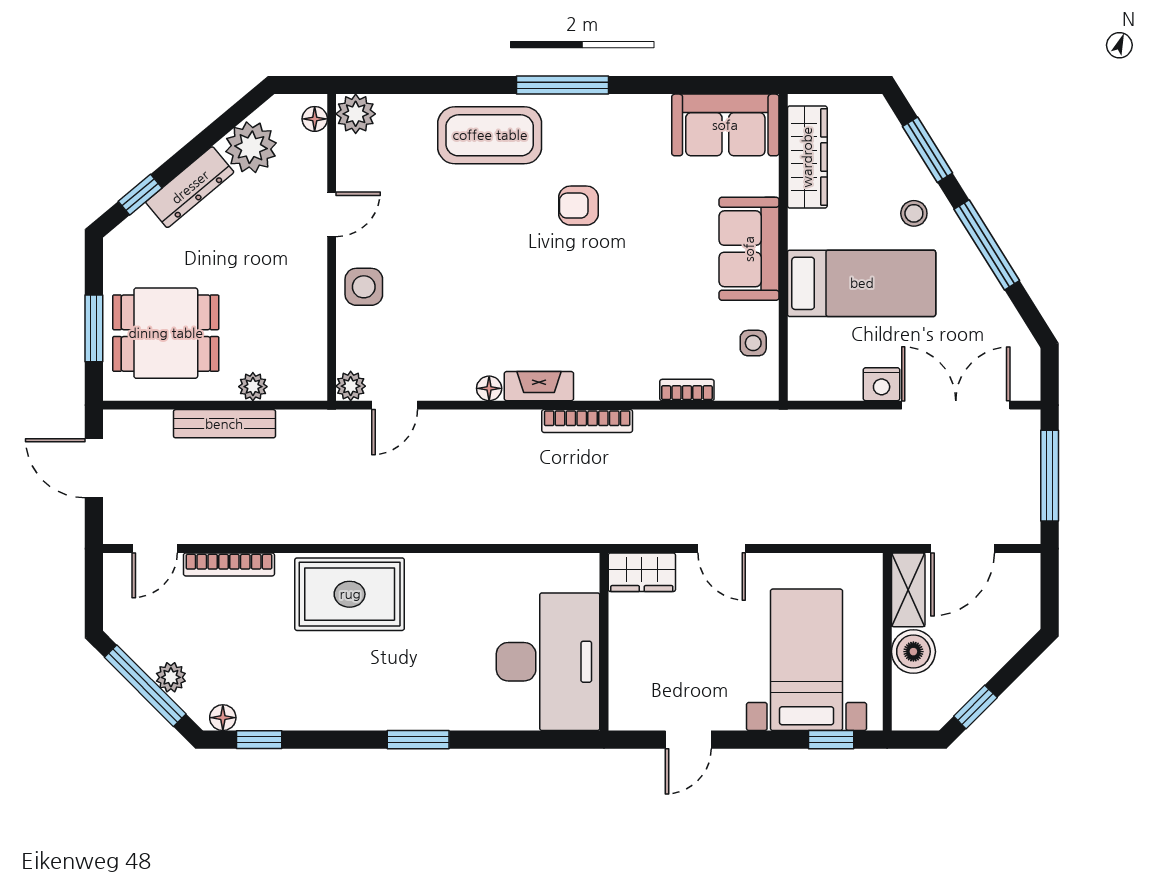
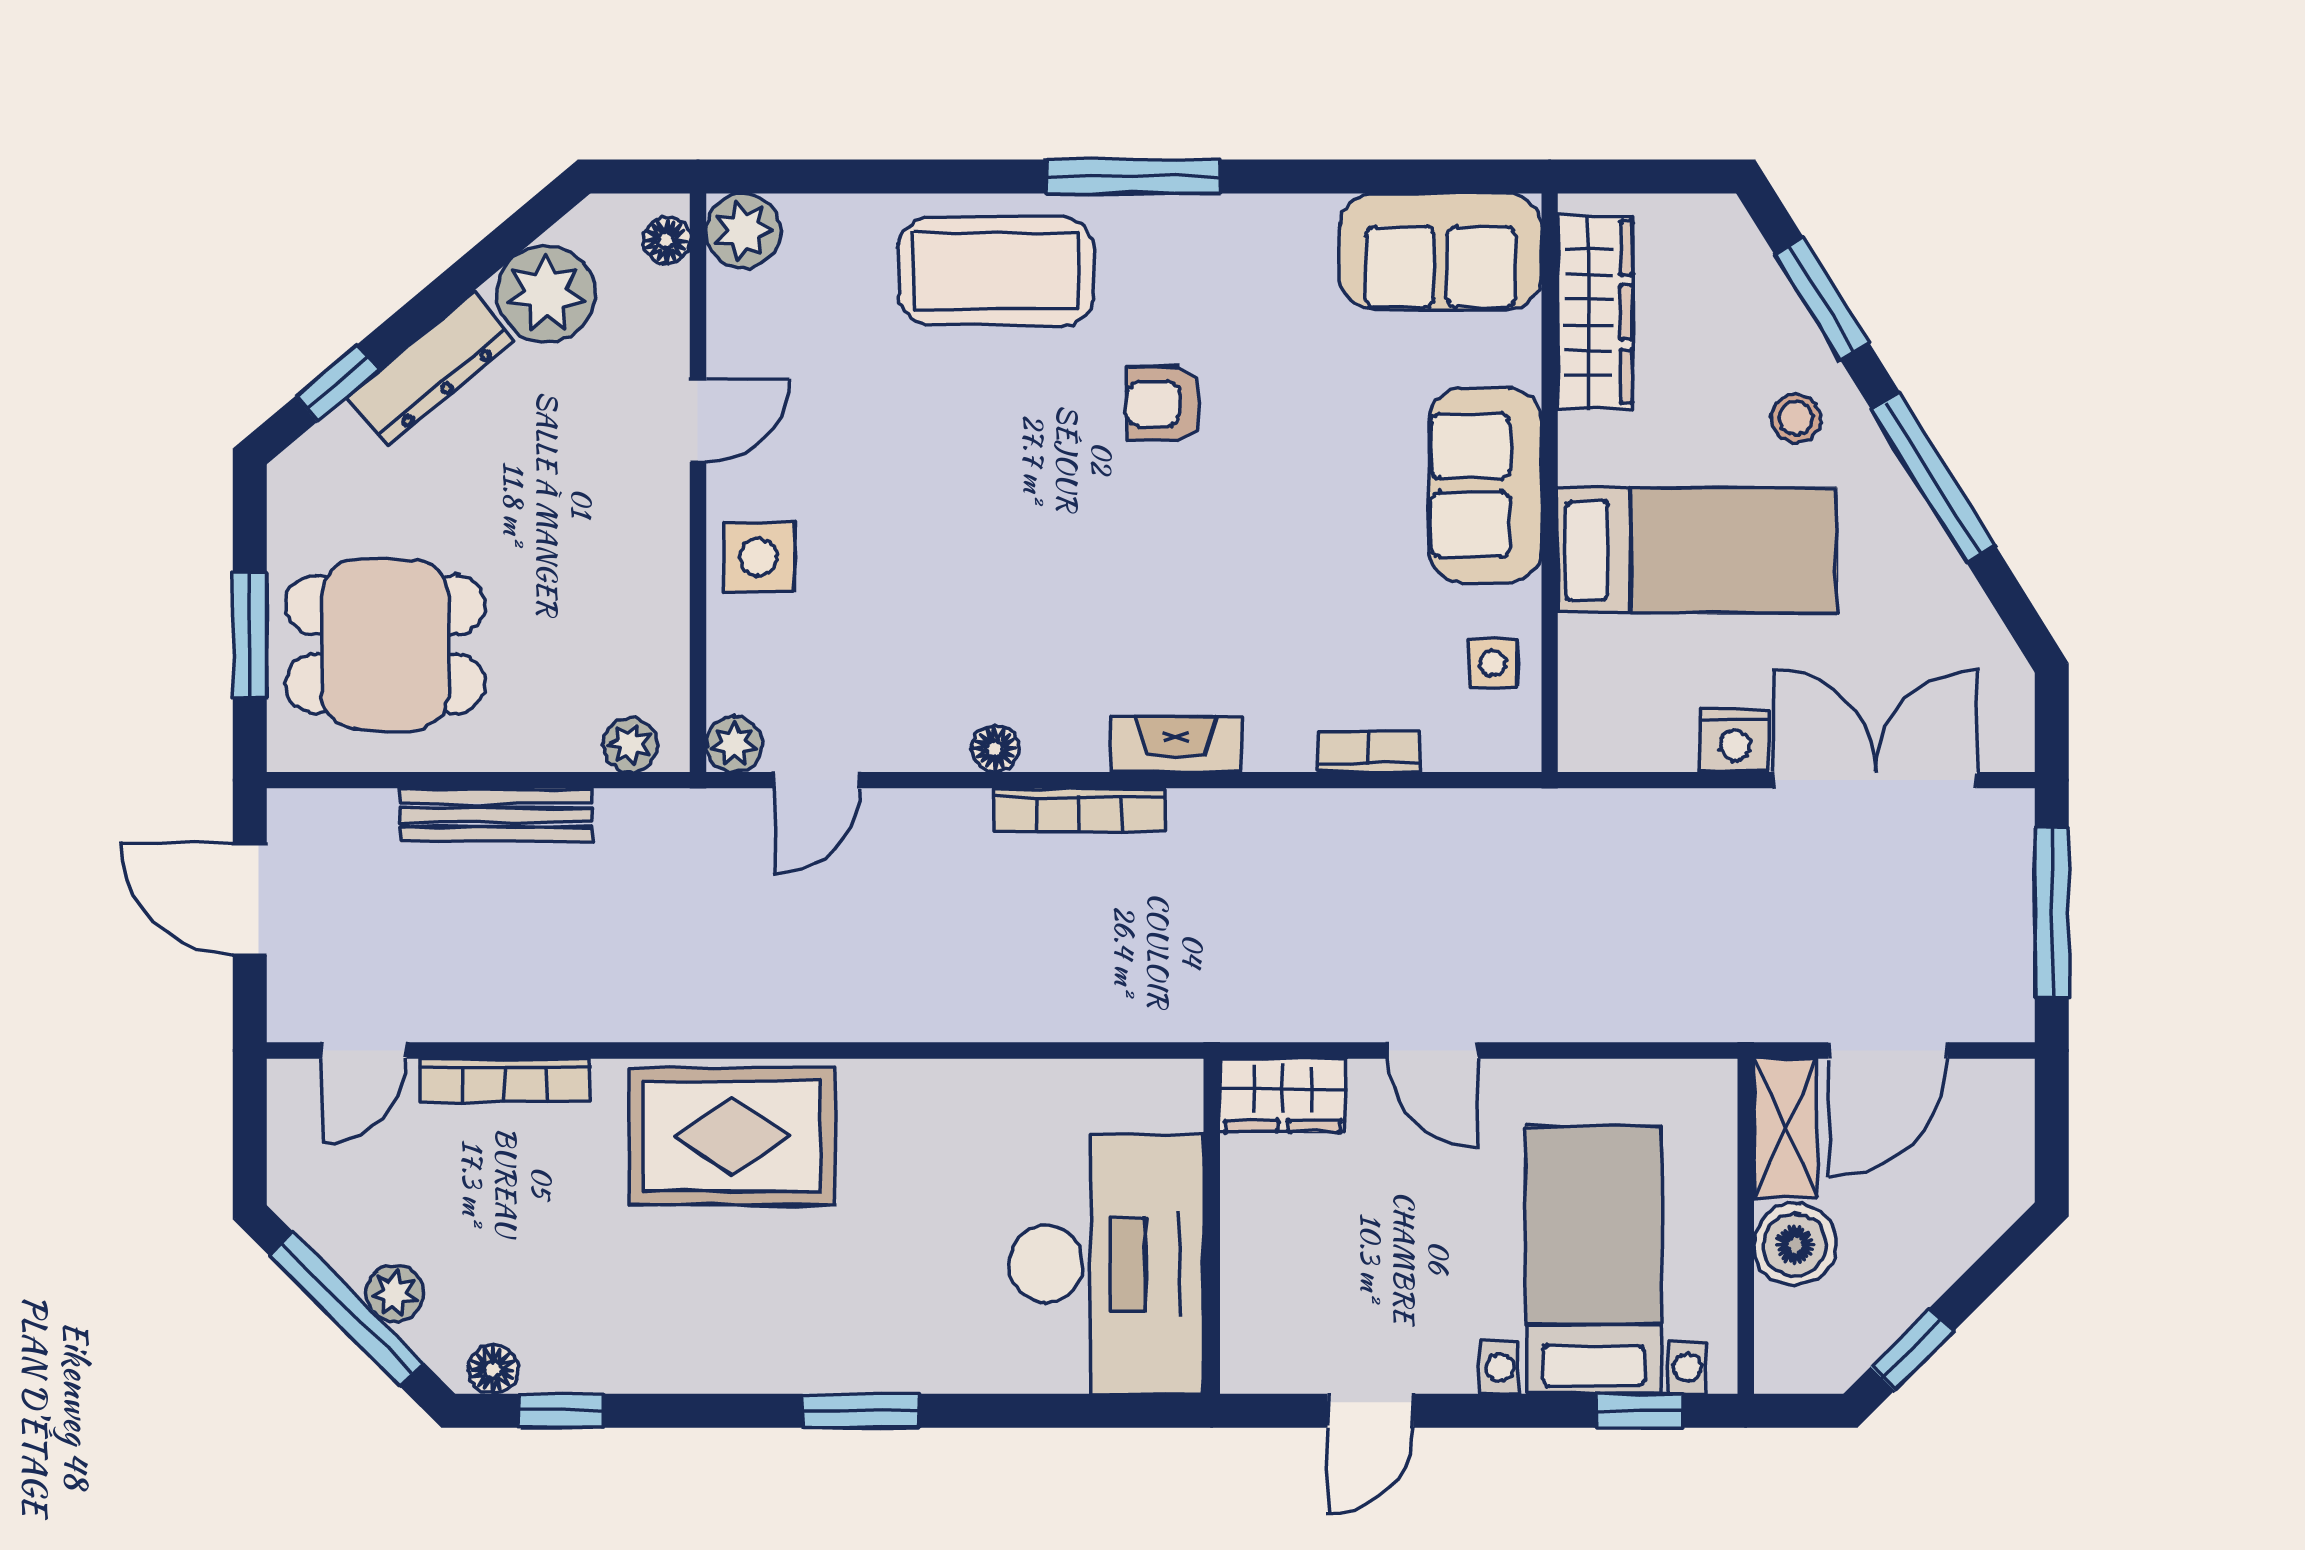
fireplace: (539, 386) -> (1176, 744), moved
plant: (253, 387) -> (630, 745), moved
bookcase: (587, 421) -> (1080, 810), moved

